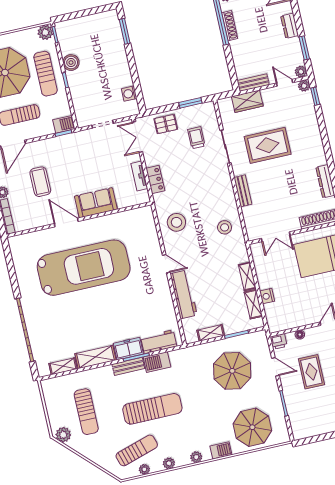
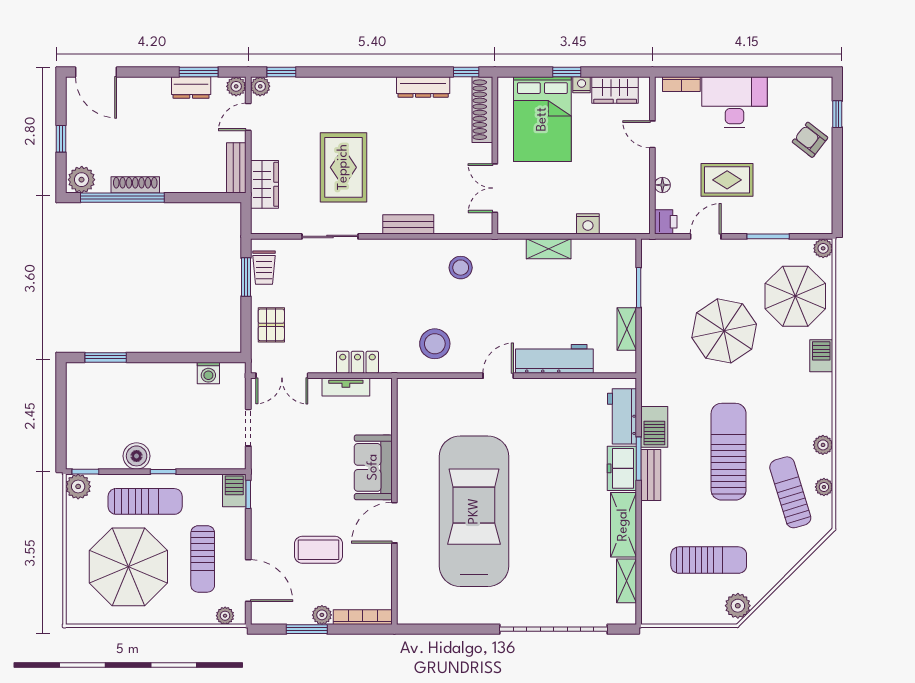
dresser: (290, 26) -> (191, 88), moved
trolley: (196, 138) -> (264, 268), moved, turned -90
double door: (276, 237) -> (495, 188), swing flipped
shelving: (253, 304) -> (596, 249), removed
parasol: (232, 371) -> (724, 331), moved
plant: (196, 457) -> (823, 248), moved

